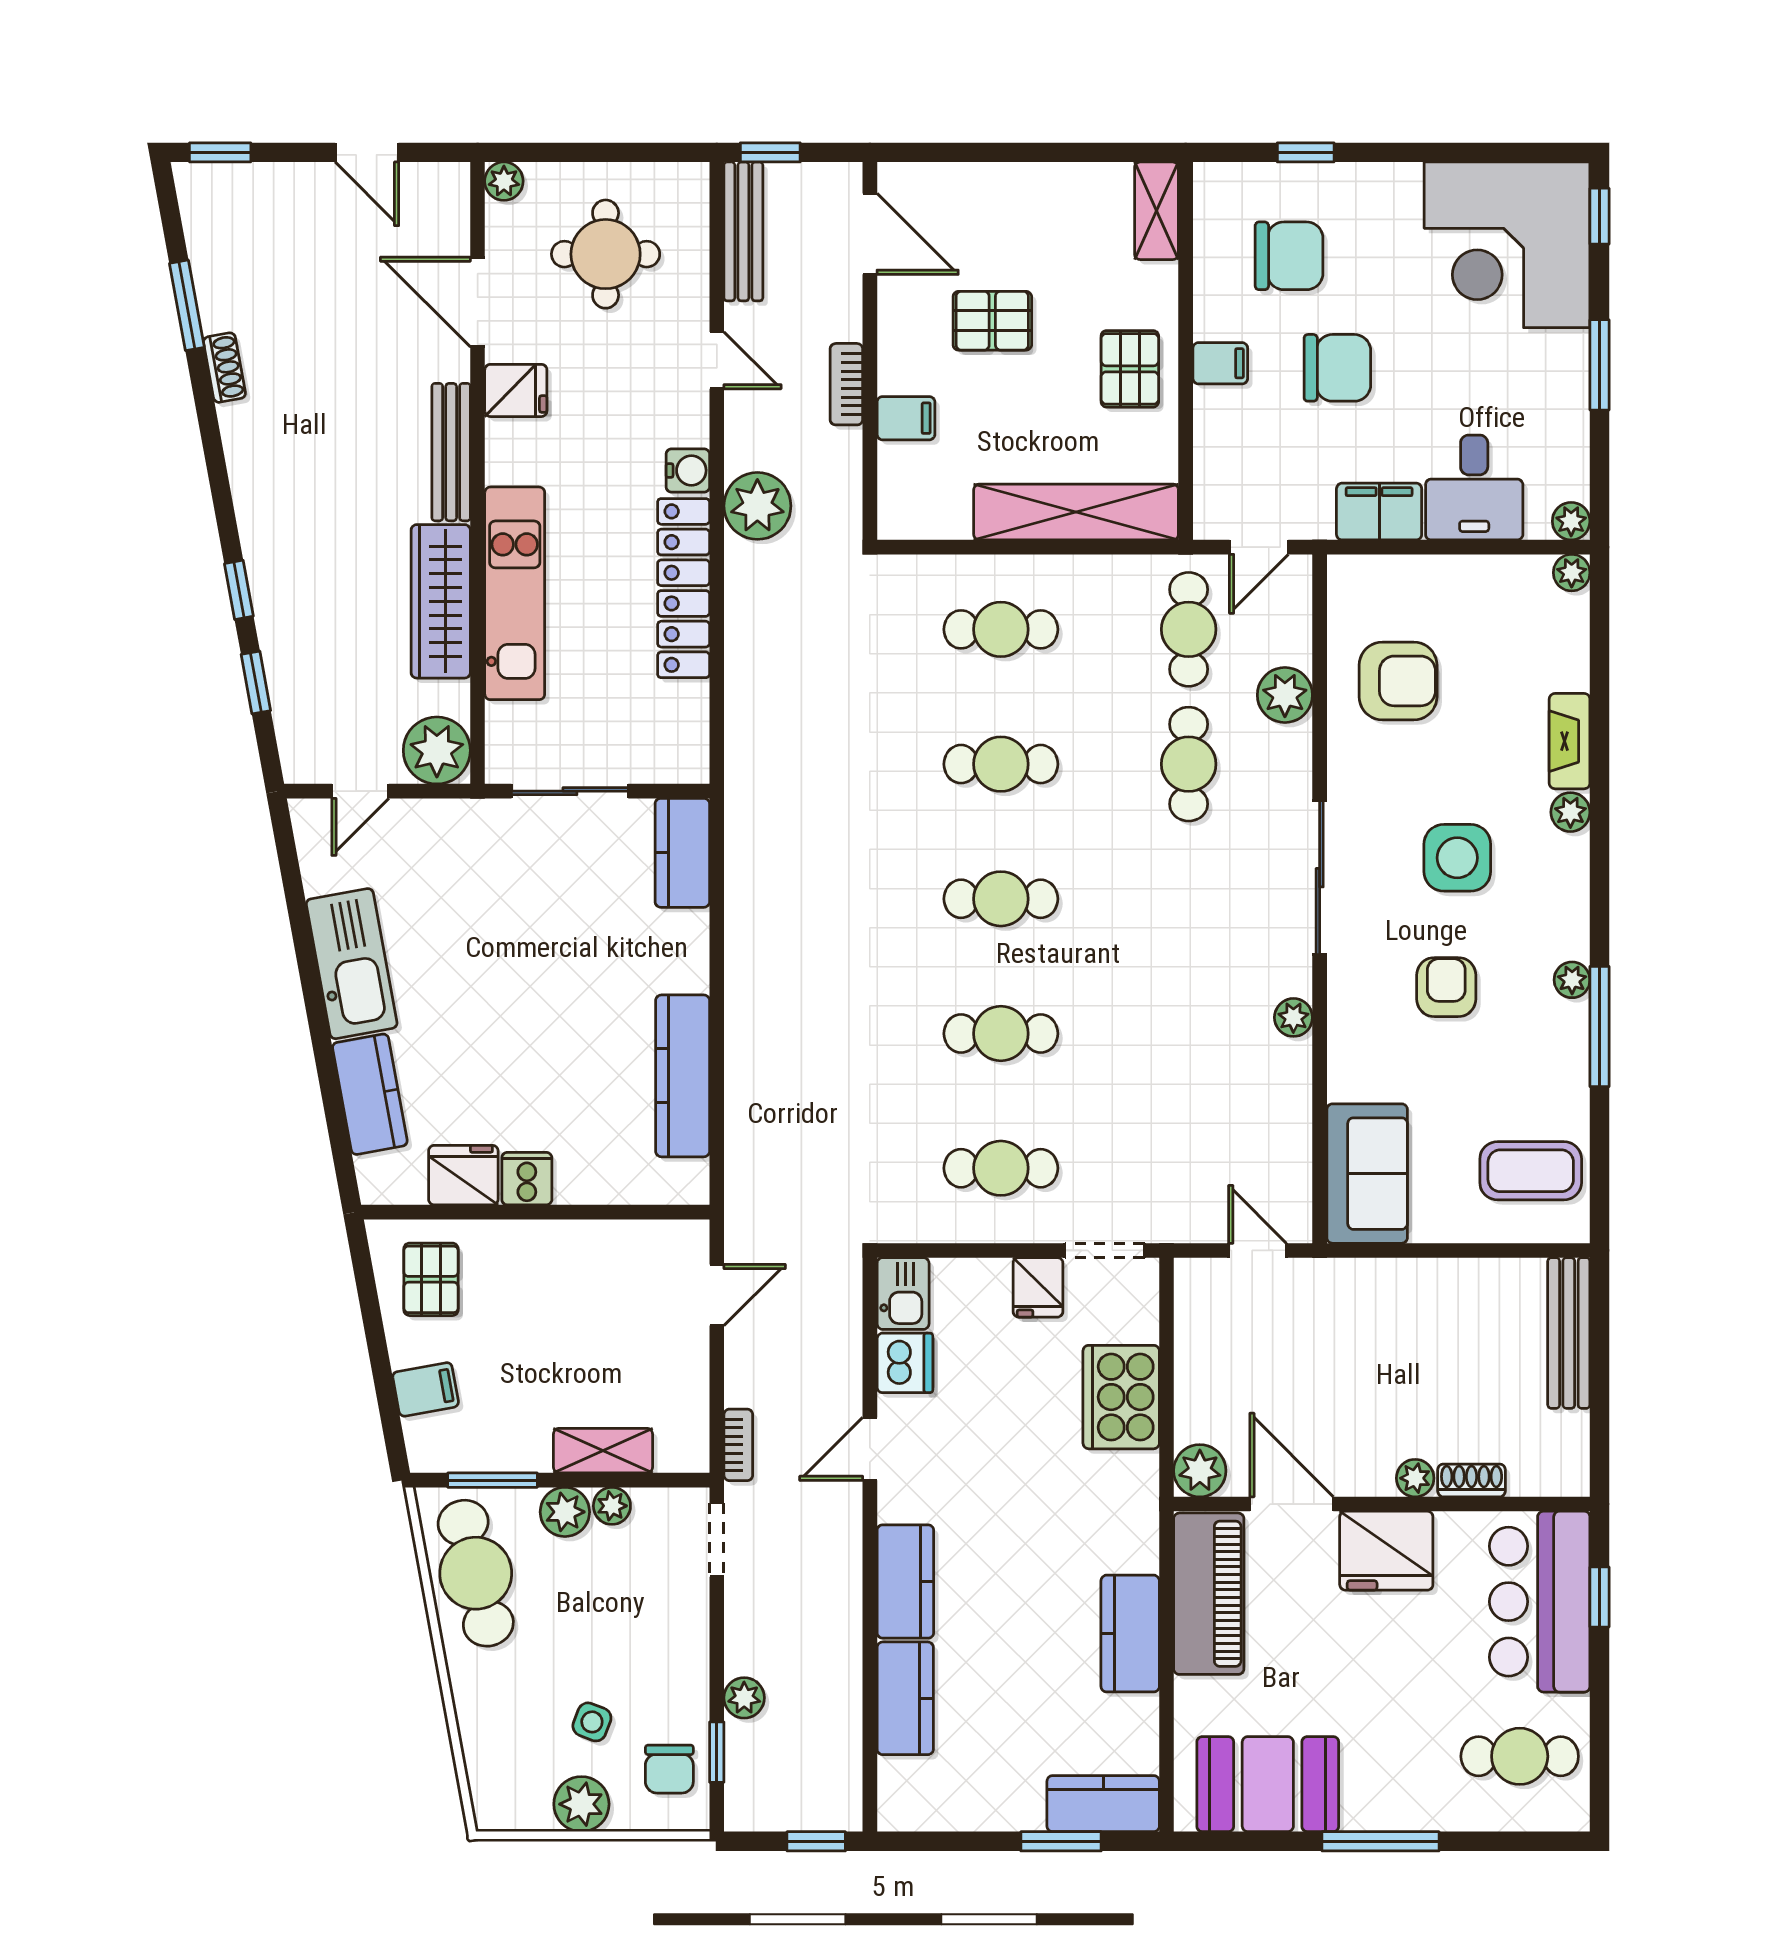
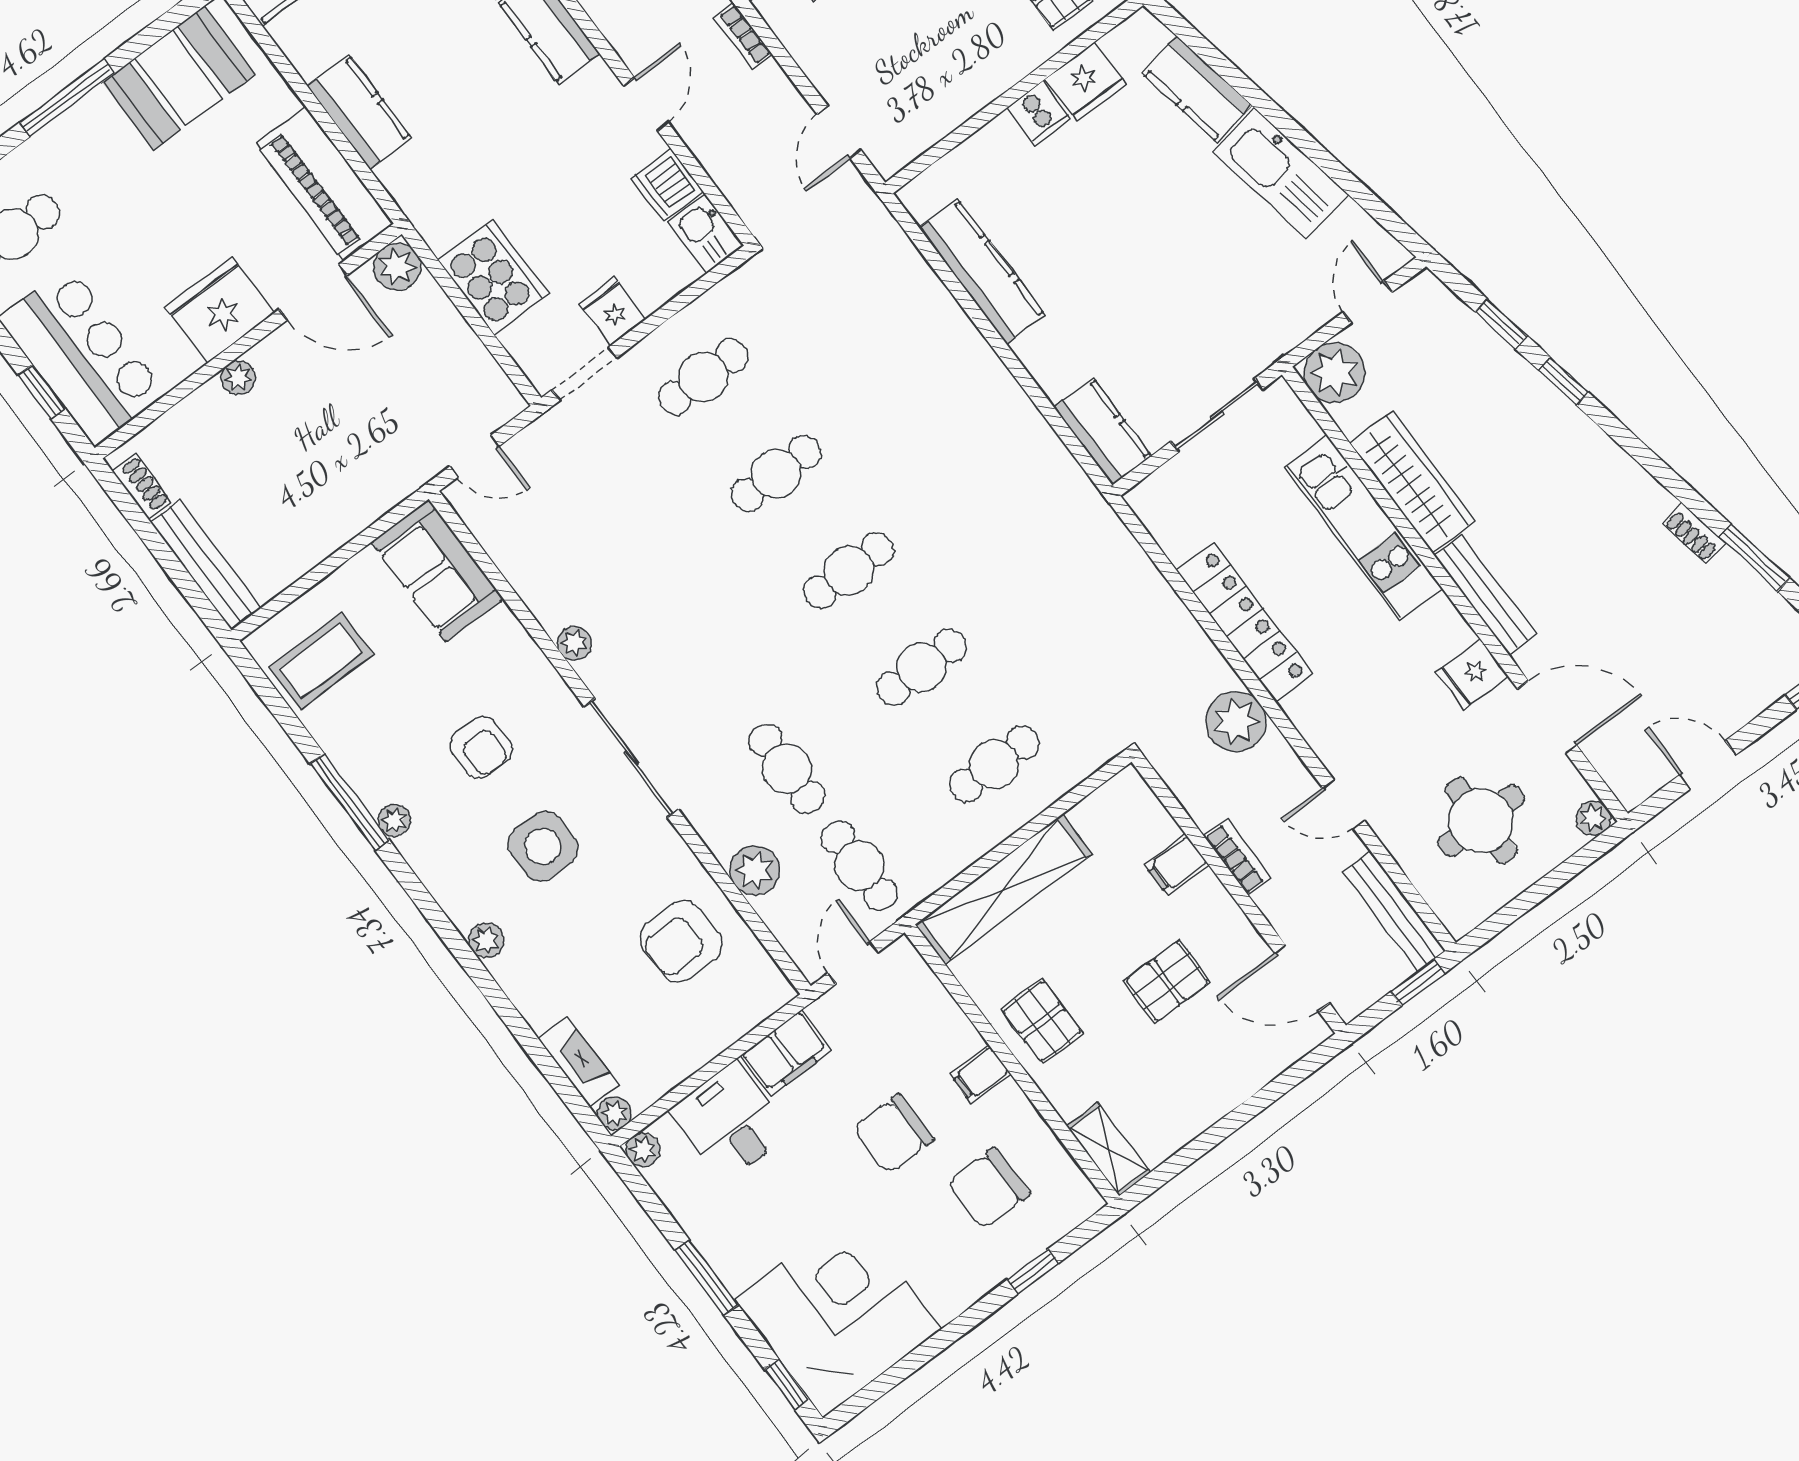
water cooler: (688, 470) -> (1305, 709), removed
fireplace: (1570, 741) -> (578, 1062), moved
shoe rack: (1472, 1480) -> (142, 486), moved, turned -90

